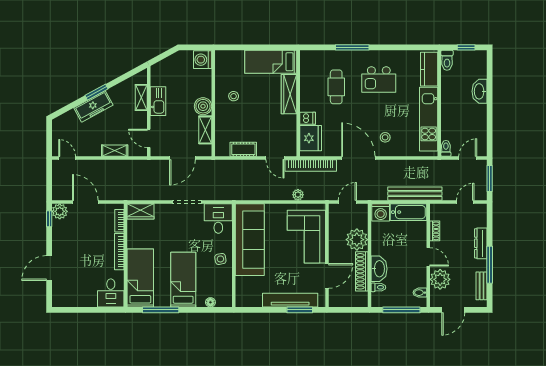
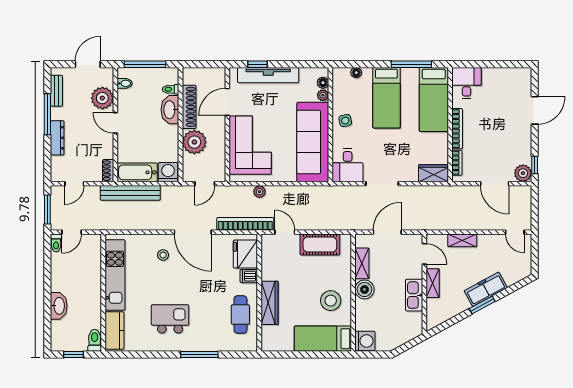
bed: (271, 62) -> (323, 339), moved, turned 180
cafe table: (336, 87) -> (240, 315), moved
stool: (234, 96) -> (331, 301), width x1.89, depth x1.89
shelving: (141, 97) -> (433, 283), moved
toilet: (446, 148) -> (56, 243), moved
cot: (243, 149) -> (320, 244), width x1.37, depth x1.34
shoe rack: (435, 231) -> (108, 171), moved
plant: (241, 282) -> (323, 95), added
floor lamp: (241, 293) -> (323, 83), added
window: (300, 310) -> (257, 64), width x0.67

